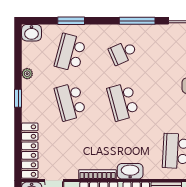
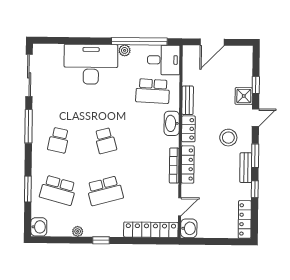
school desk: (123, 53) -> (59, 140), turned 36
school desk: (123, 102) -> (105, 141), width x0.54
washbasin: (130, 171) -> (172, 123), moved

